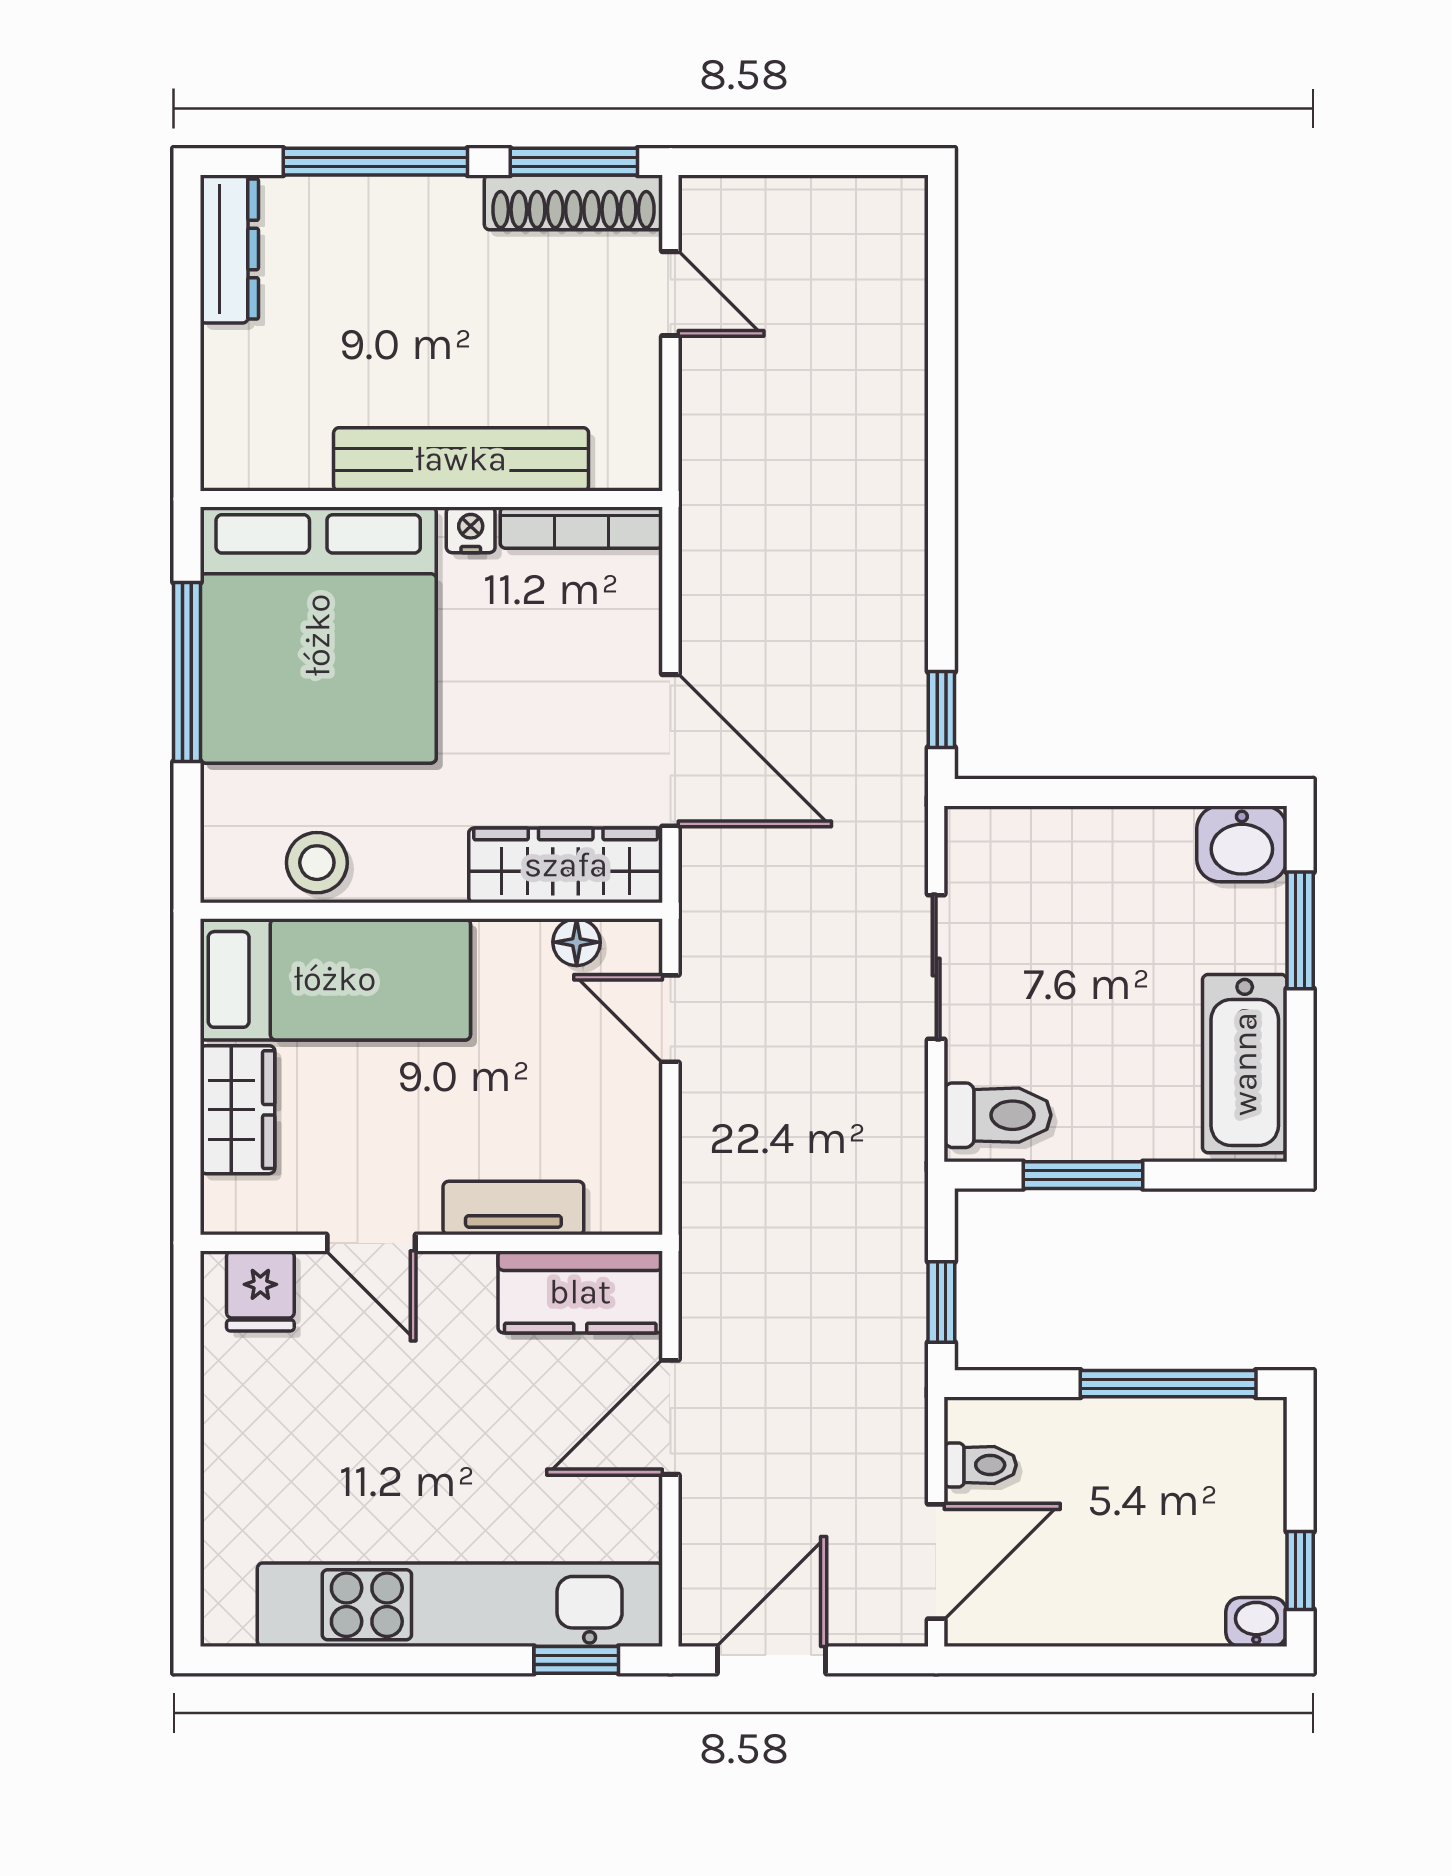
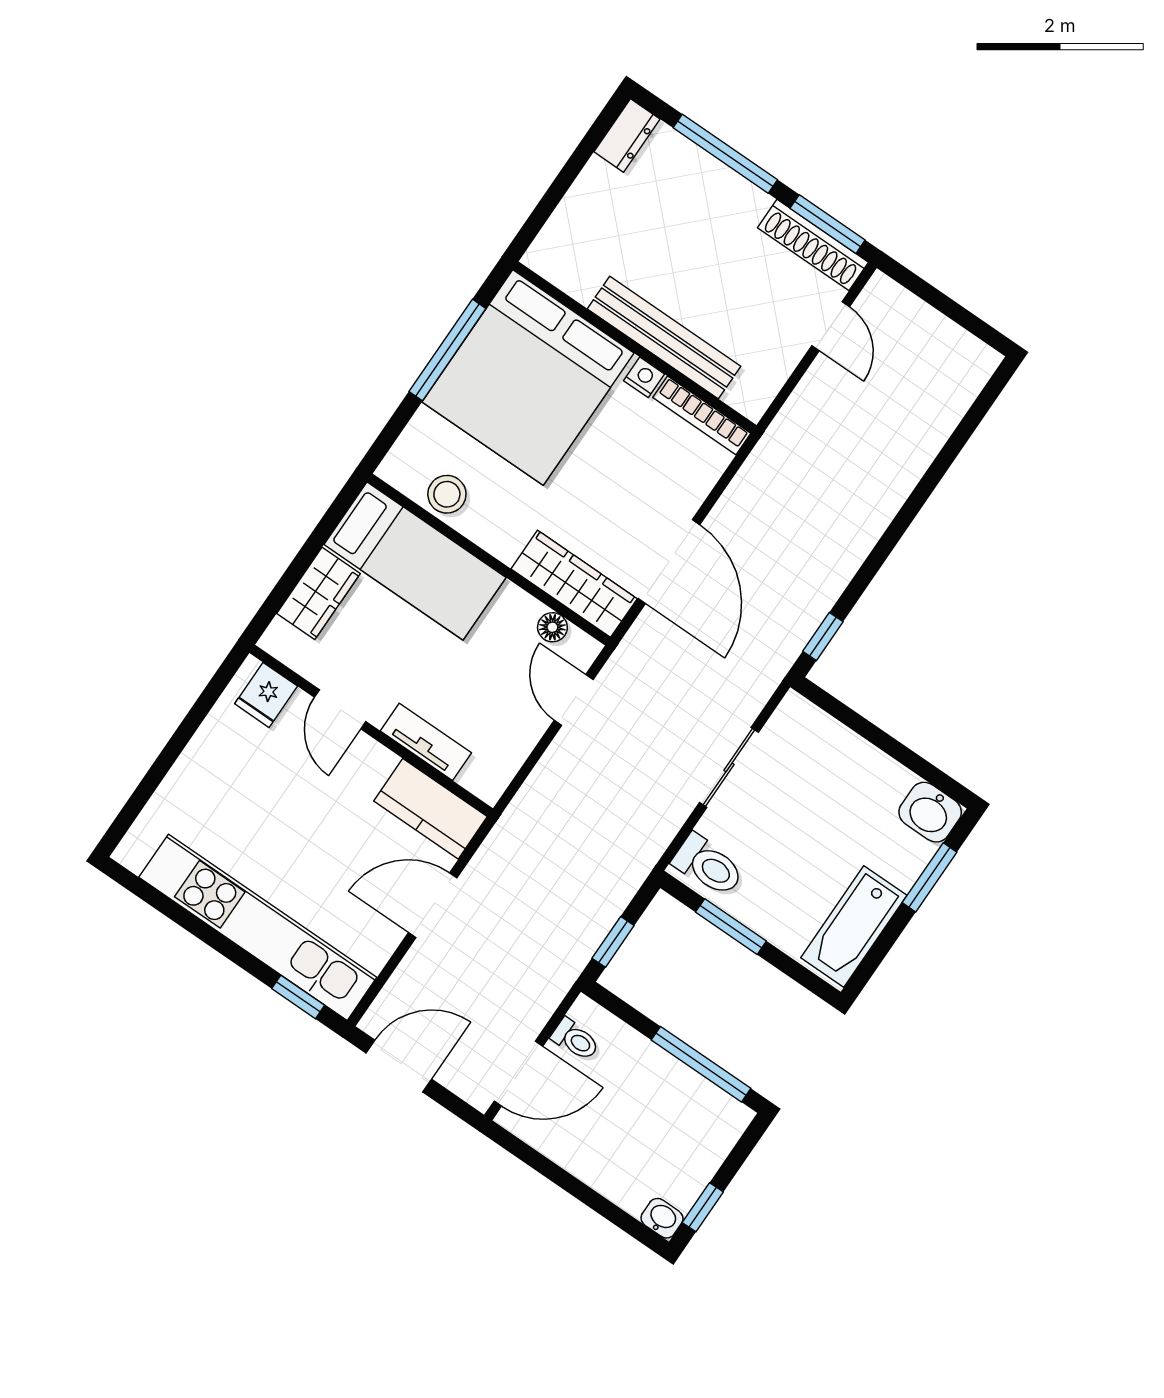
dresser: (229, 249) -> (627, 135), width x0.70

